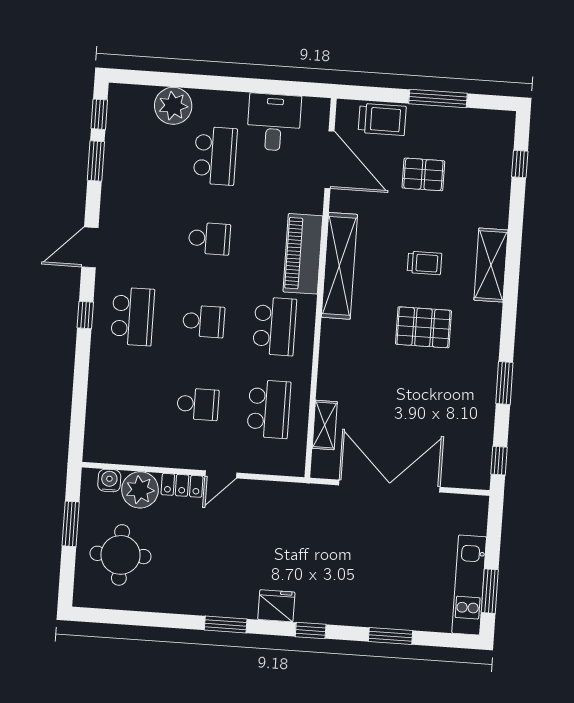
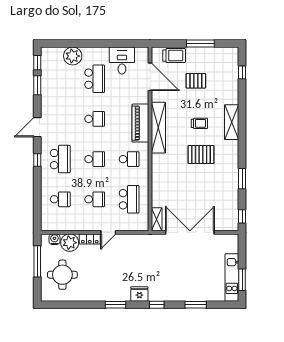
school desk: (275, 326) -> (129, 159), width x0.54
school desk: (127, 399) -> (60, 199), added
shelving: (325, 425) -> (157, 219), moved
window: (71, 524) -> (37, 261), width x1.44

